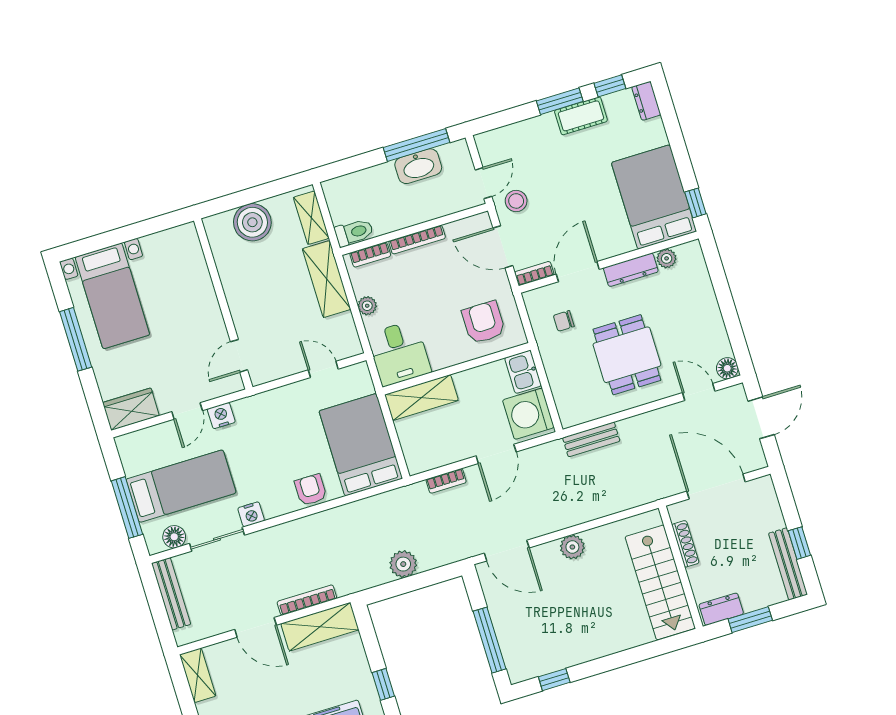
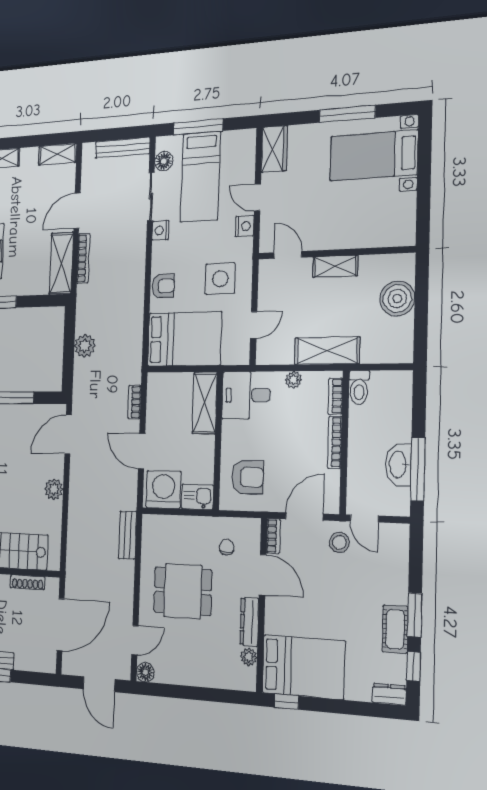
shelving: (311, 218) -> (335, 266), moved
side table: (285, 425) -> (220, 279), added

